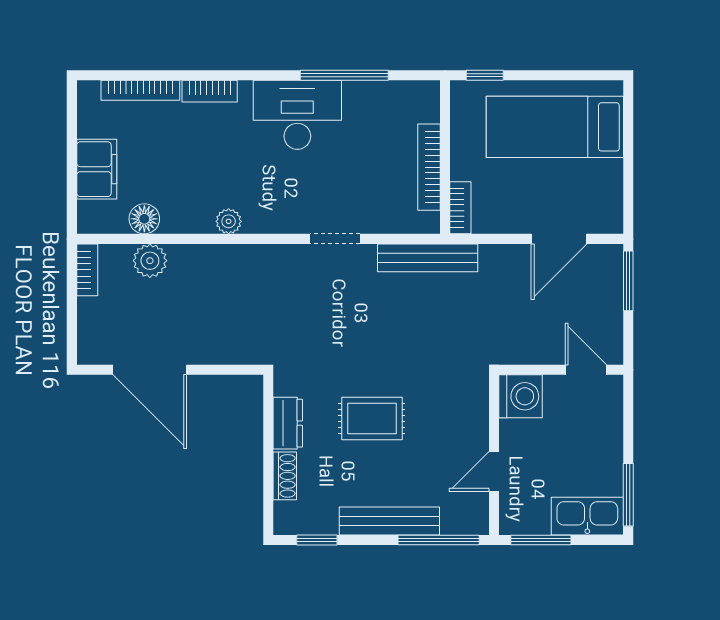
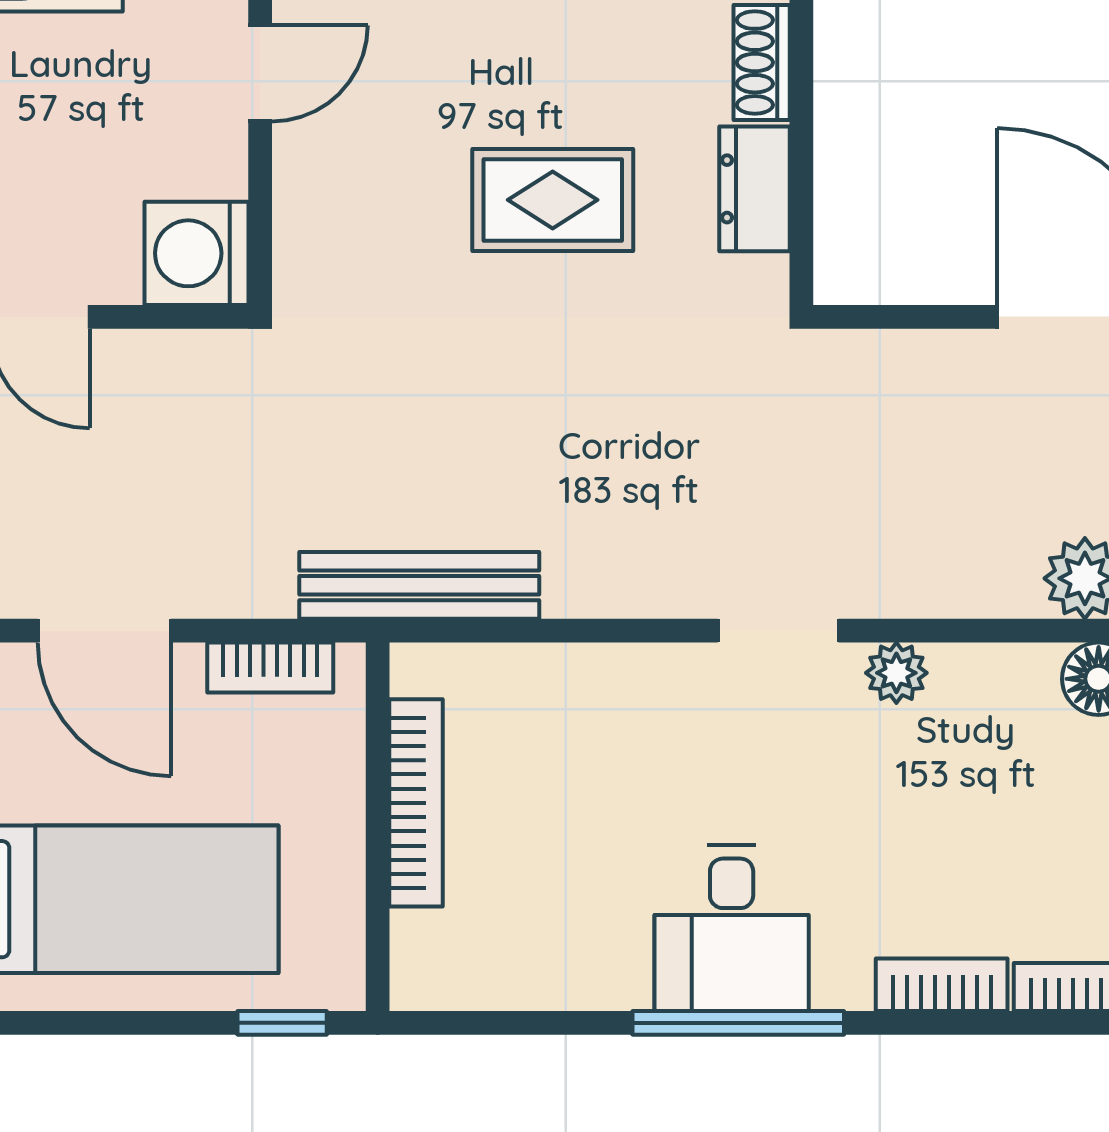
window: (344, 75) -> (738, 1023), moved
desk: (297, 115) -> (732, 928), width x0.73
bookcase: (460, 208) -> (270, 668), moved, turned -90
doorway: (335, 239) -> (778, 631), moved
door: (559, 239) -> (104, 631), swing flipped

